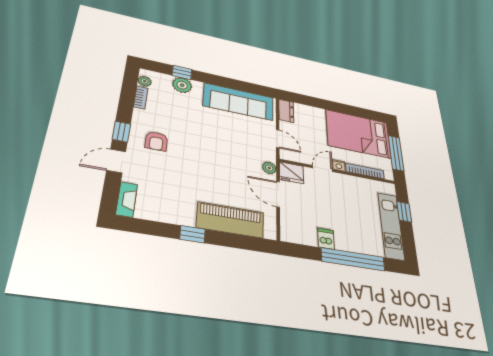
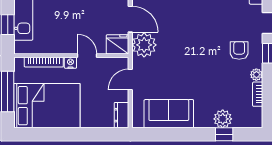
plant: (145, 81) -> (256, 75), moved
sofa: (239, 102) -> (169, 114), width x0.73
door: (278, 139) -> (130, 80), hinge flipped
plant: (269, 168) -> (144, 45), width x1.87, depth x1.87
door: (323, 169) -> (87, 56), swing flipped

